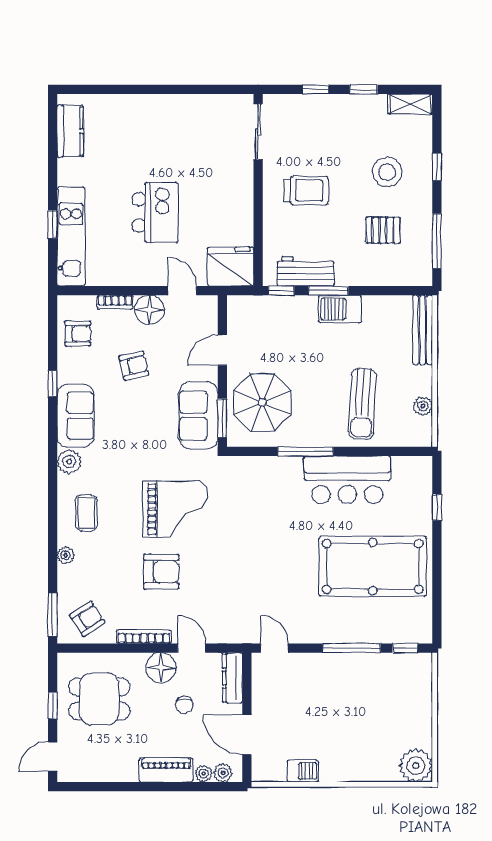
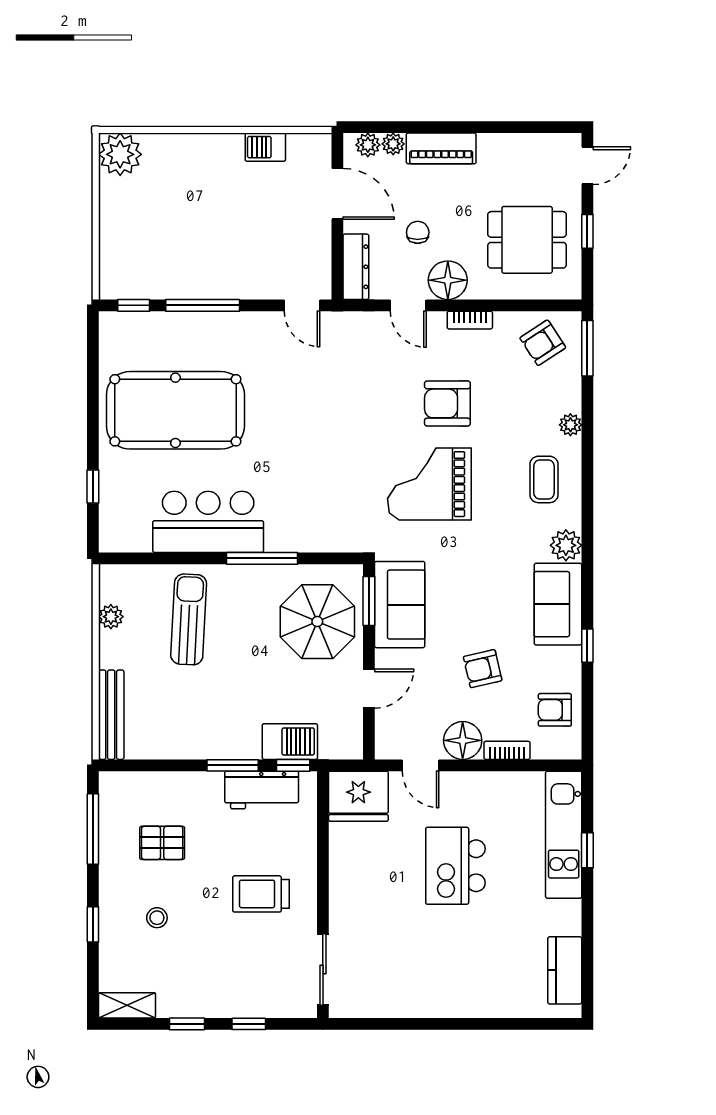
stool: (387, 172) -> (157, 918), width x0.53, depth x0.53
barbecue: (340, 309) -> (290, 742), moved
bookcase: (144, 637) -> (470, 320), width x0.64

